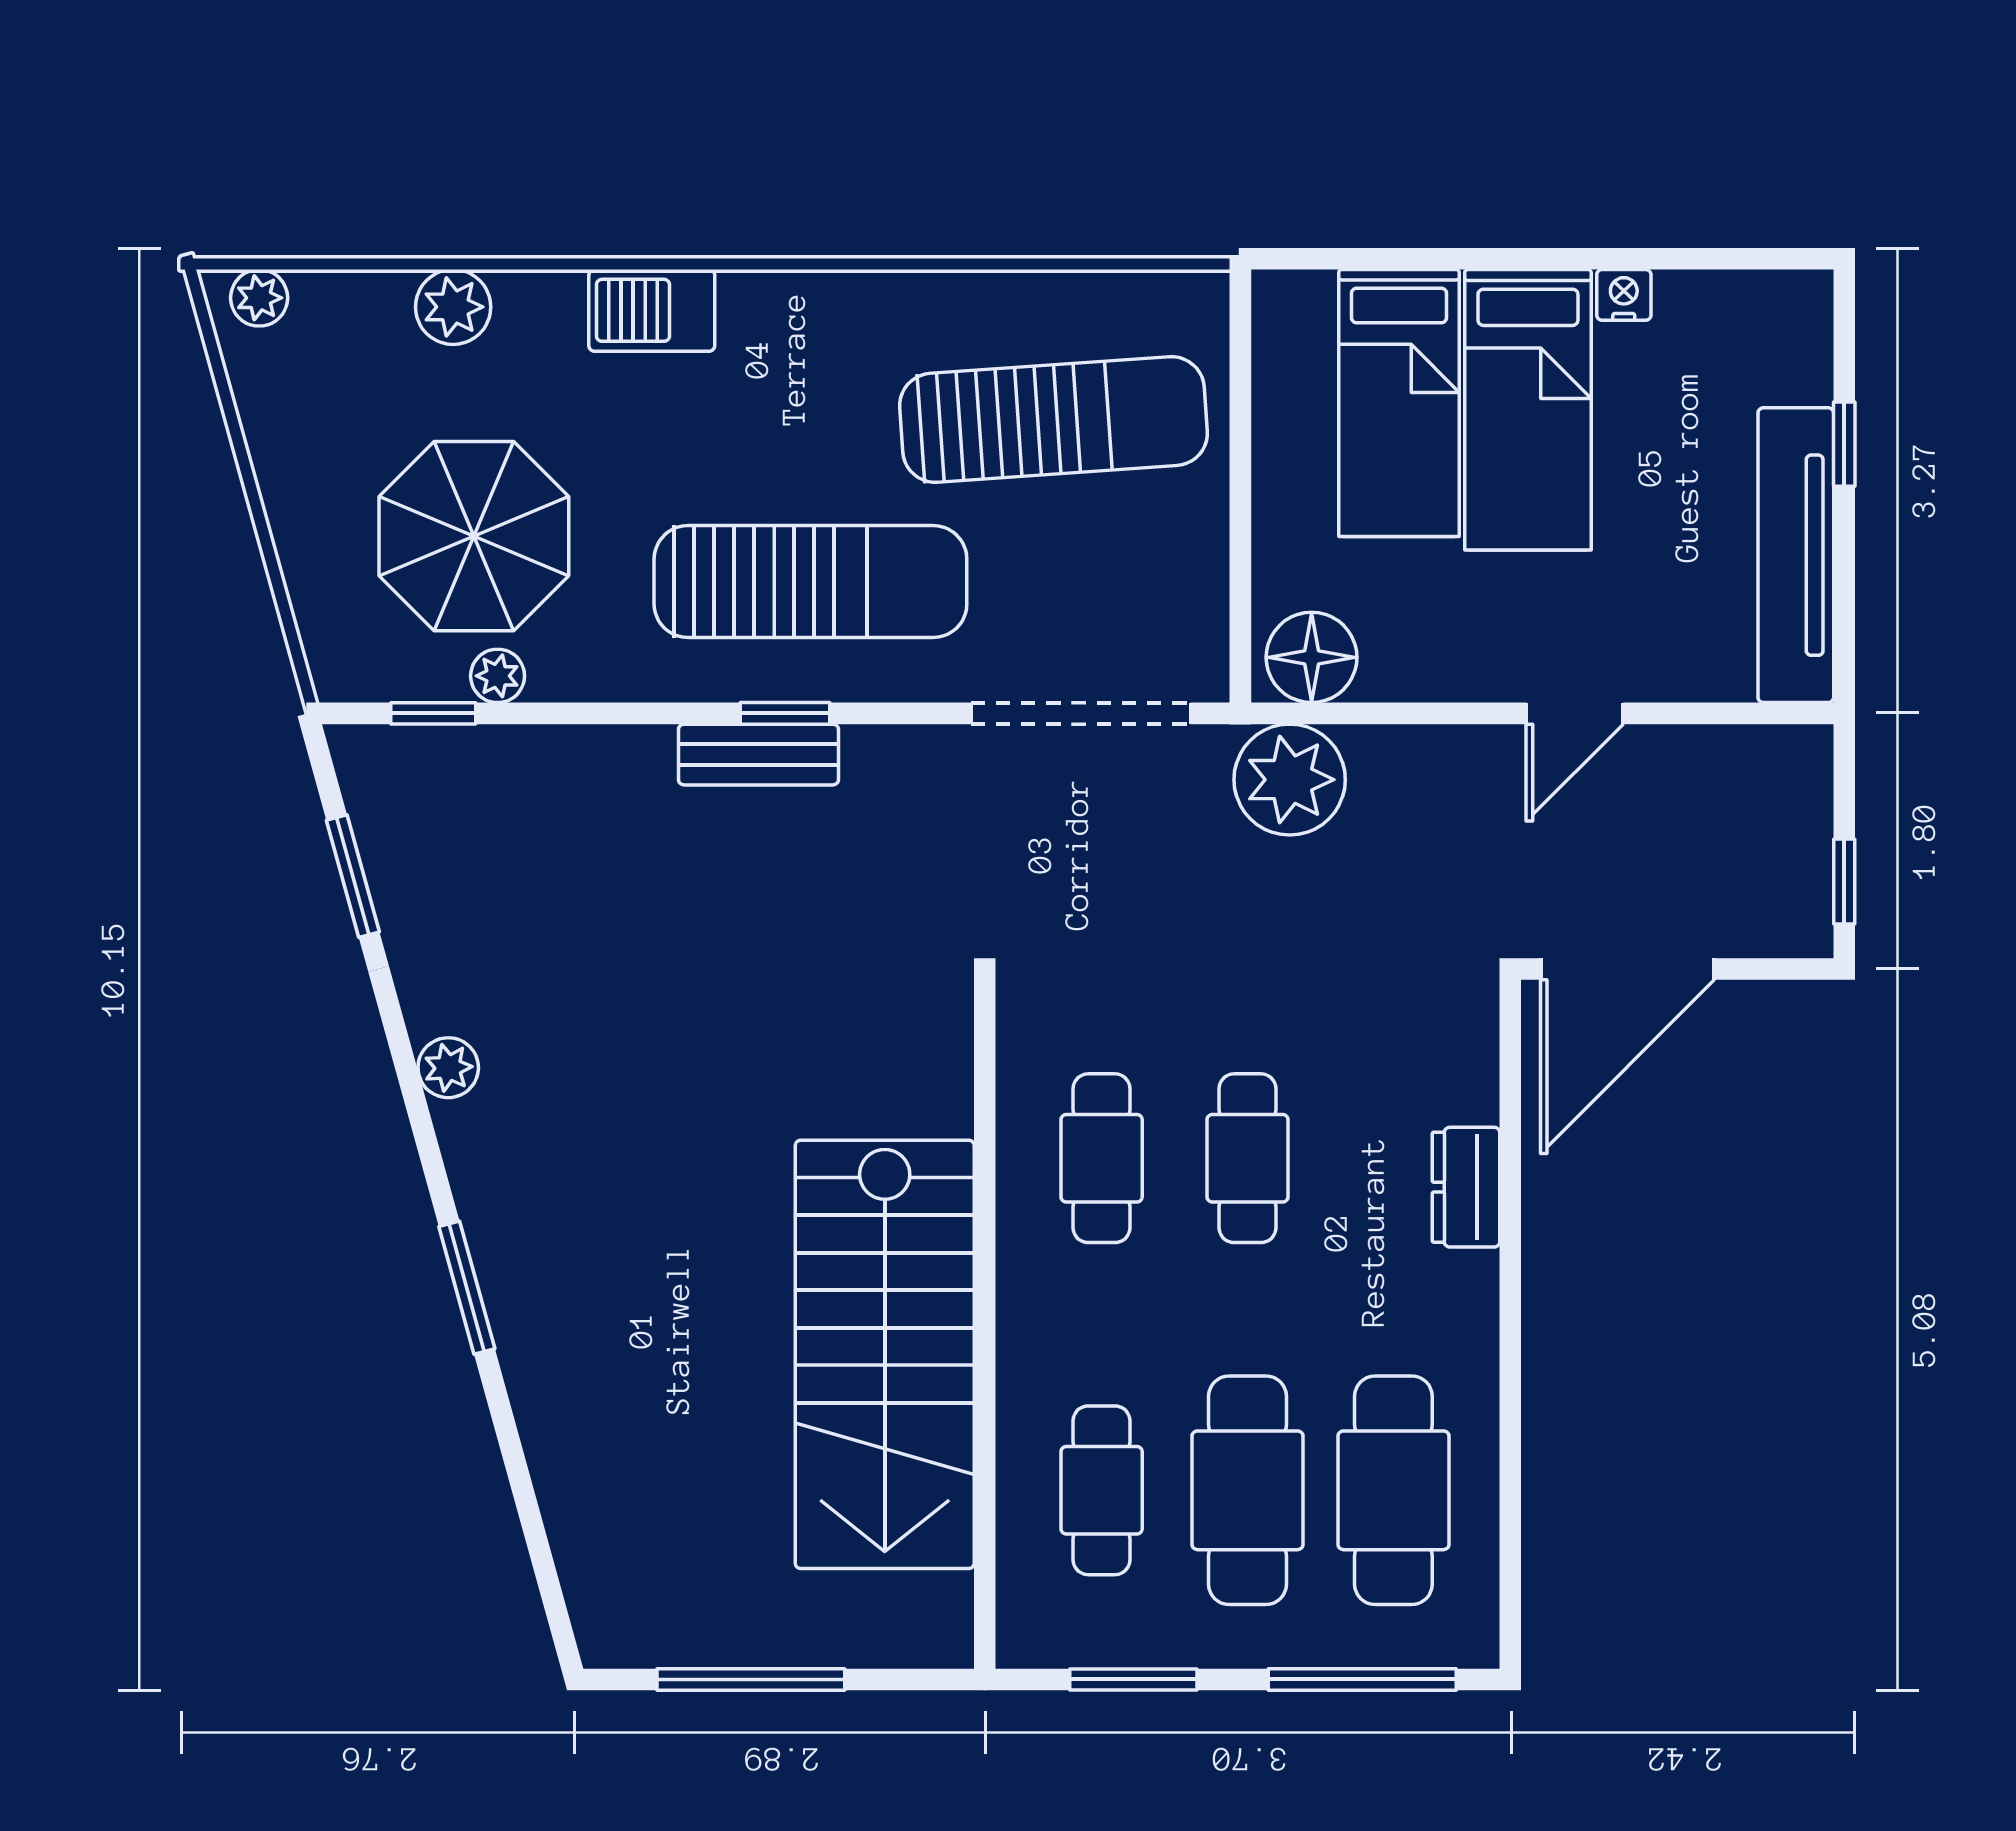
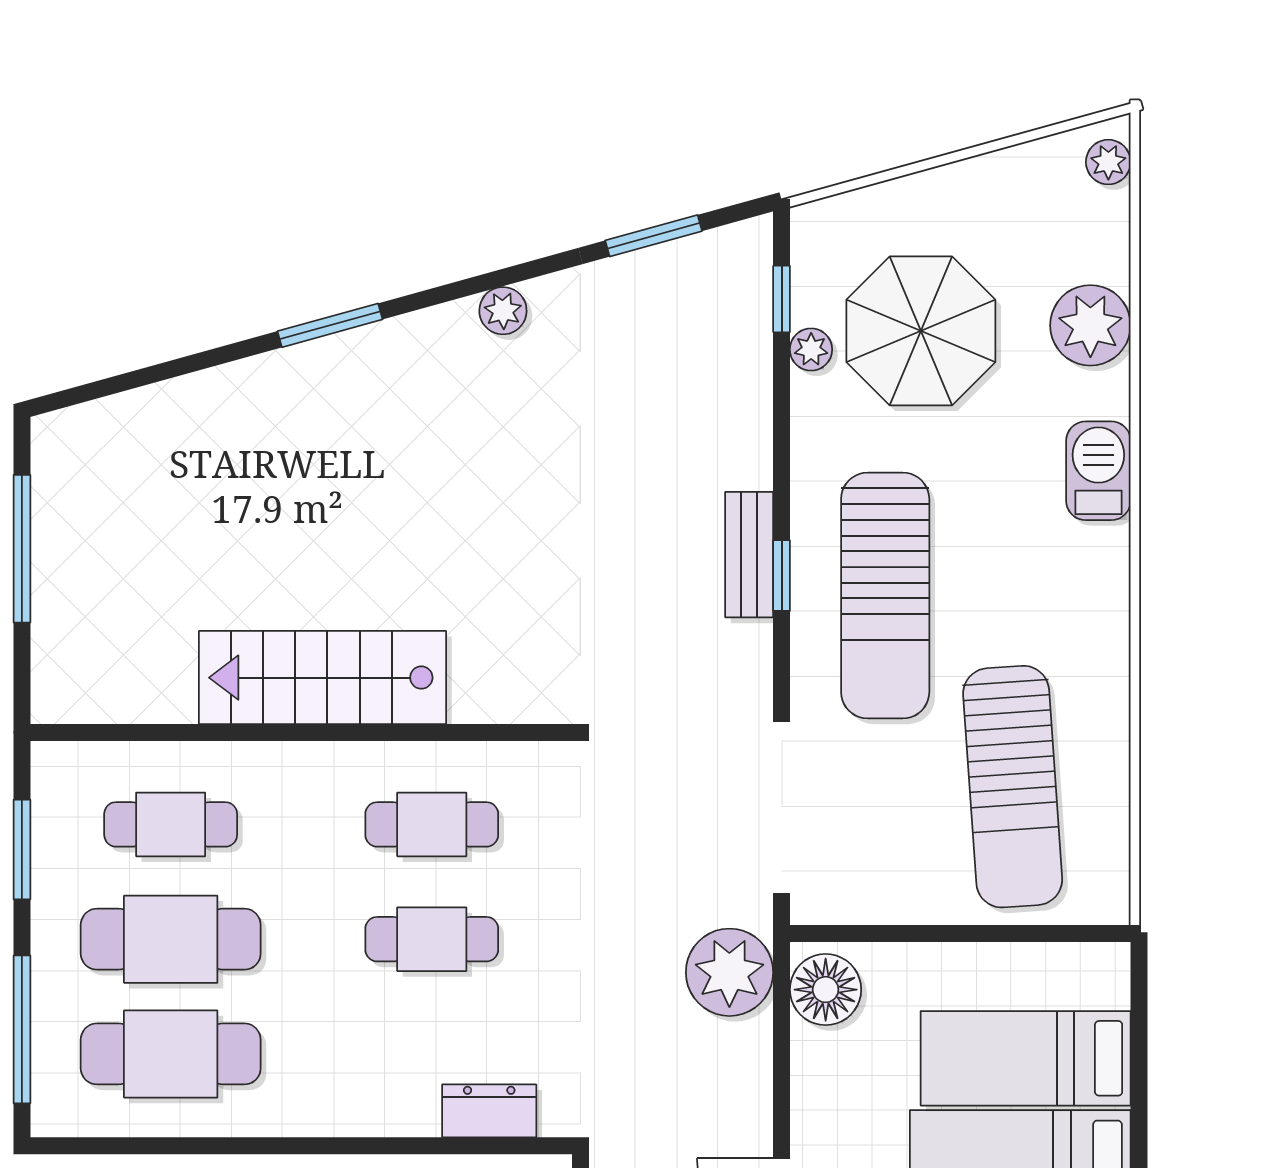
plant: (453, 307) -> (1090, 325), width x1.36, depth x1.36
dresser: (1466, 1187) -> (489, 1111), moved
stairs: (885, 1354) -> (322, 678), width x0.73, depth x0.66

